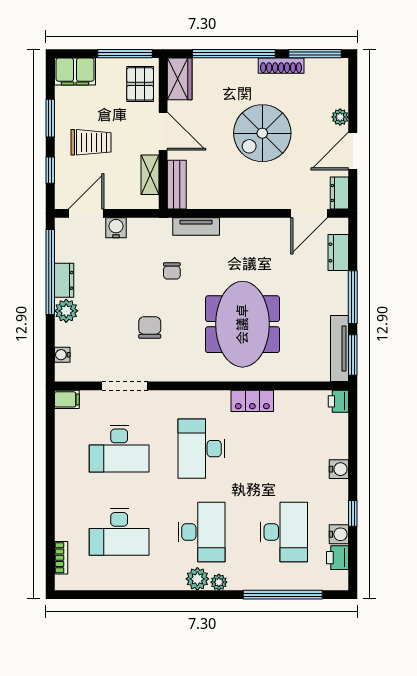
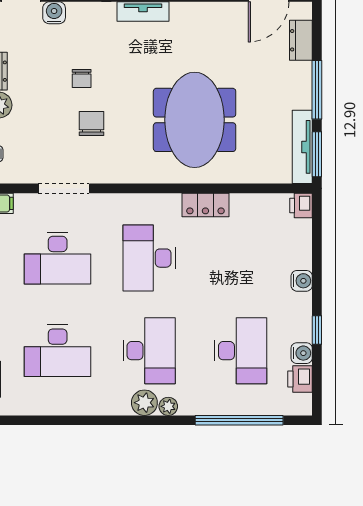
chair: (172, 271) -> (82, 79), moved

